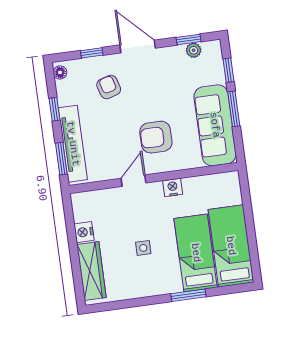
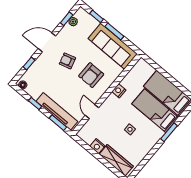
armchair: (109, 87) -> (67, 61), moved
door: (134, 181) -> (92, 112), moved

